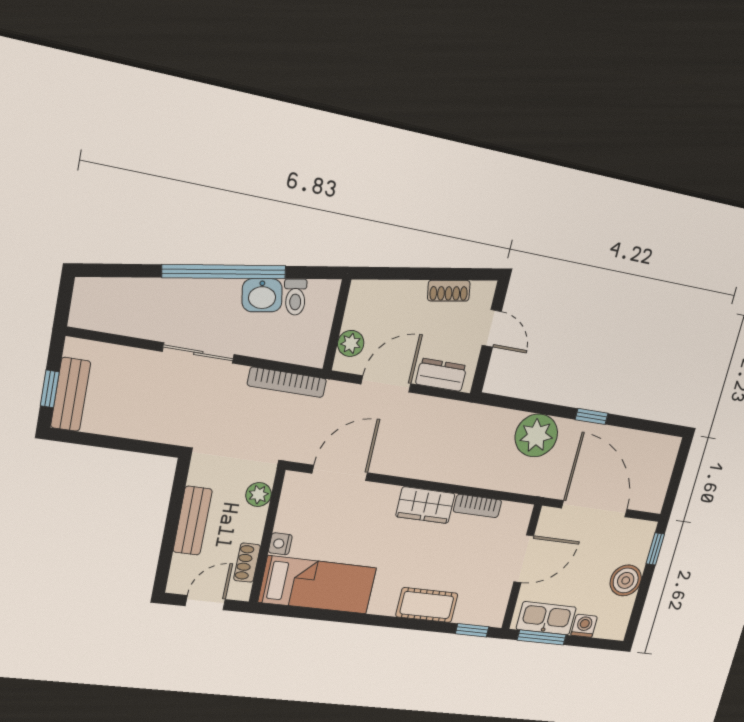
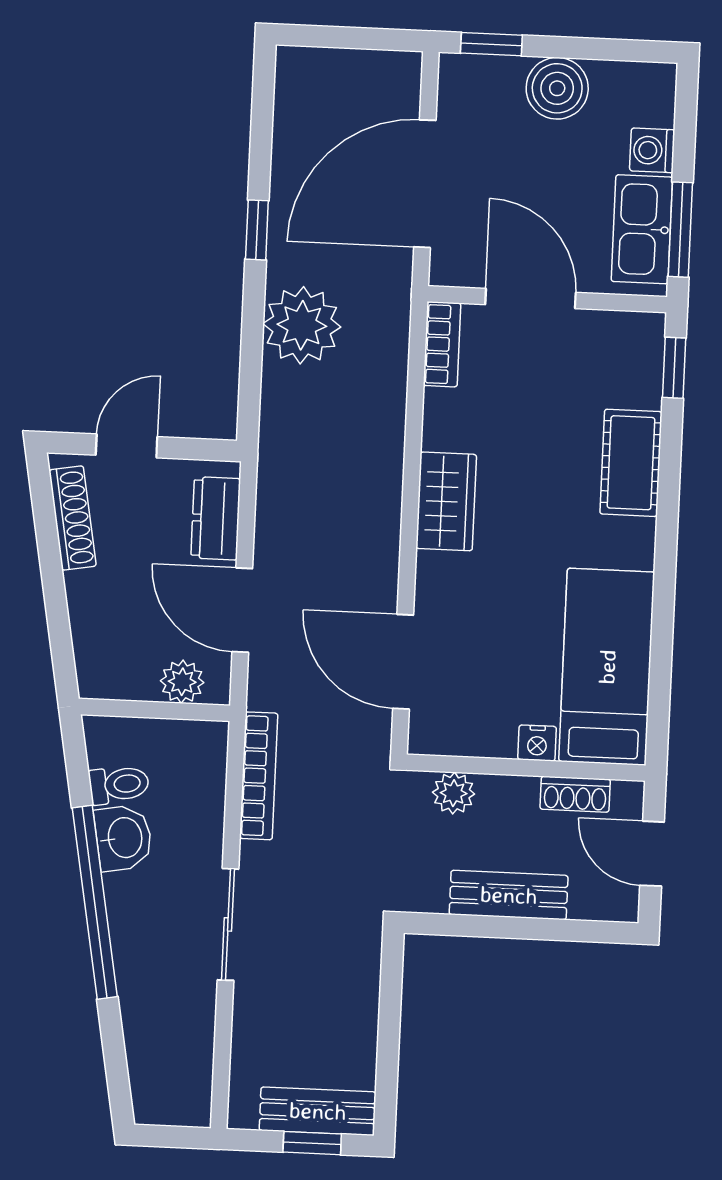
shoe rack: (449, 291) -> (73, 518), width x1.43
bookcase: (477, 506) -> (442, 344), moved

